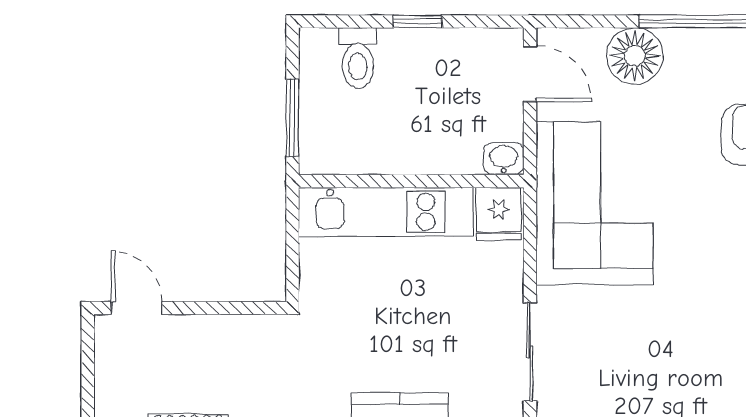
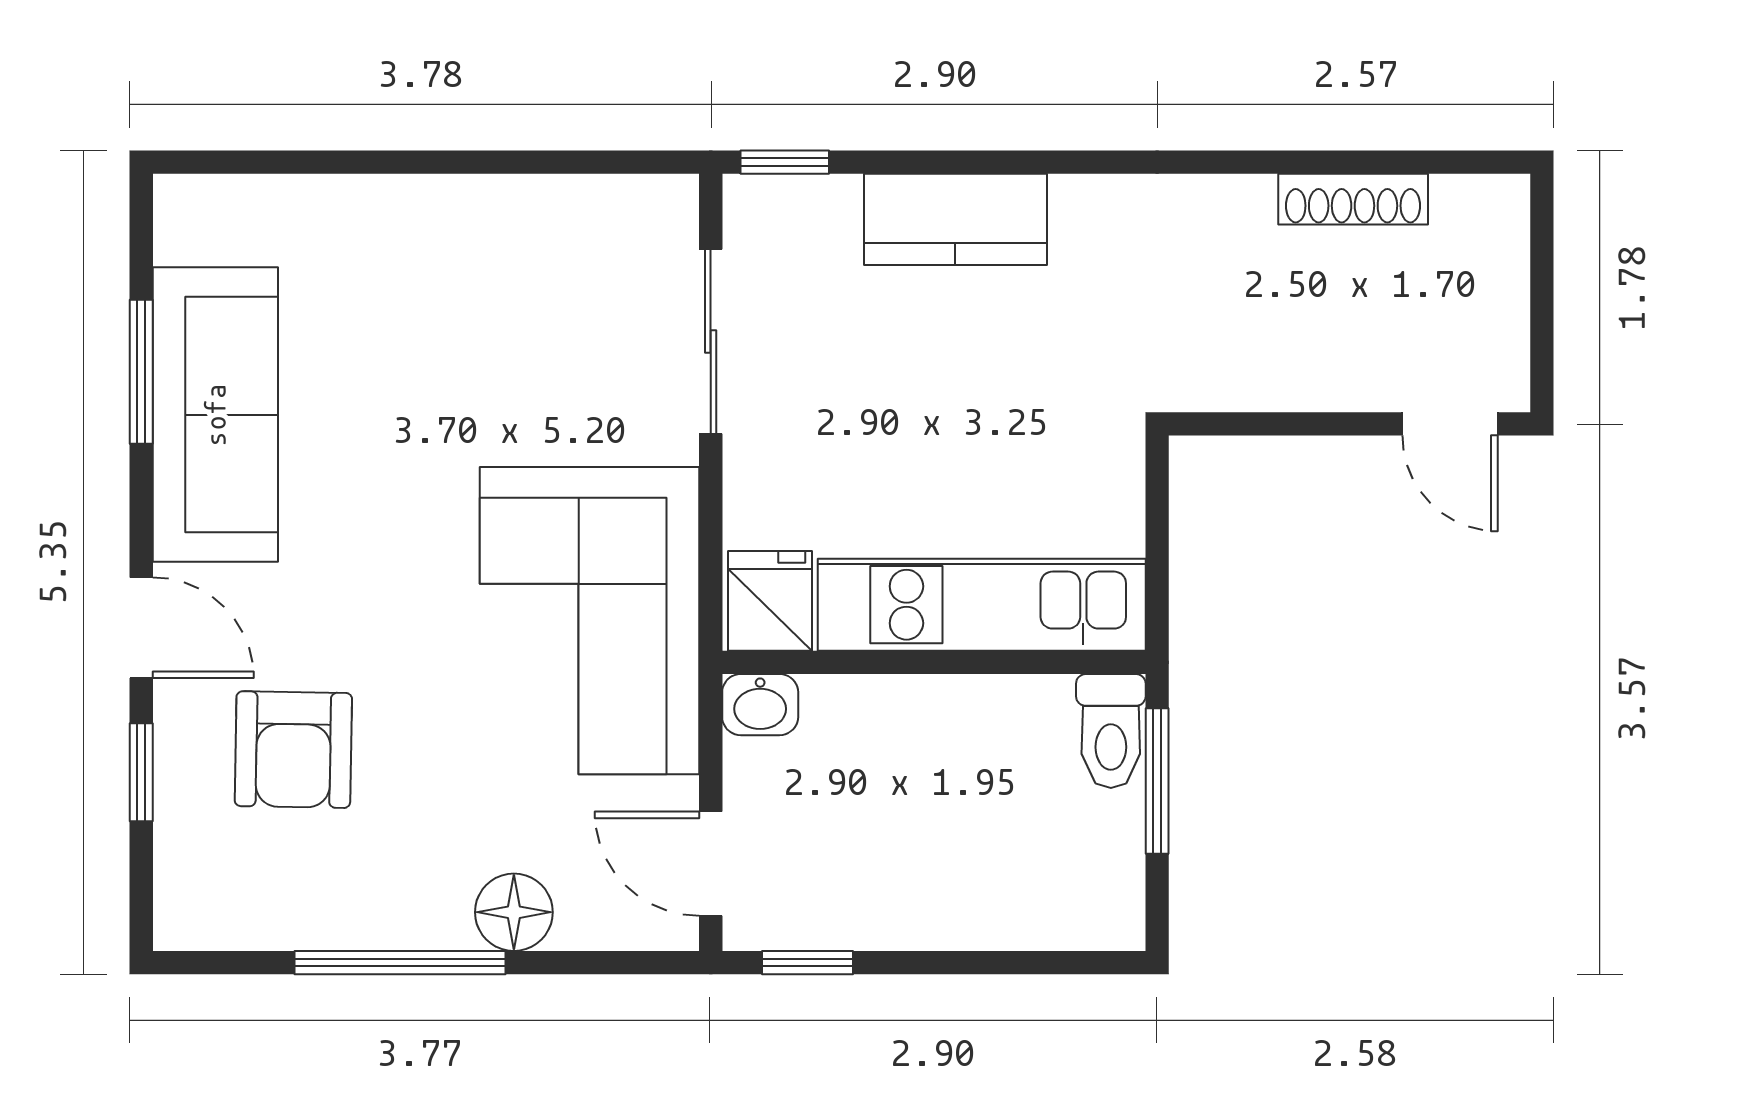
window: (417, 21) -> (808, 963), moved
floor lamp: (635, 56) -> (514, 912), width x0.73, depth x0.73
toilet: (358, 58) -> (1111, 731), moved, turned 180

